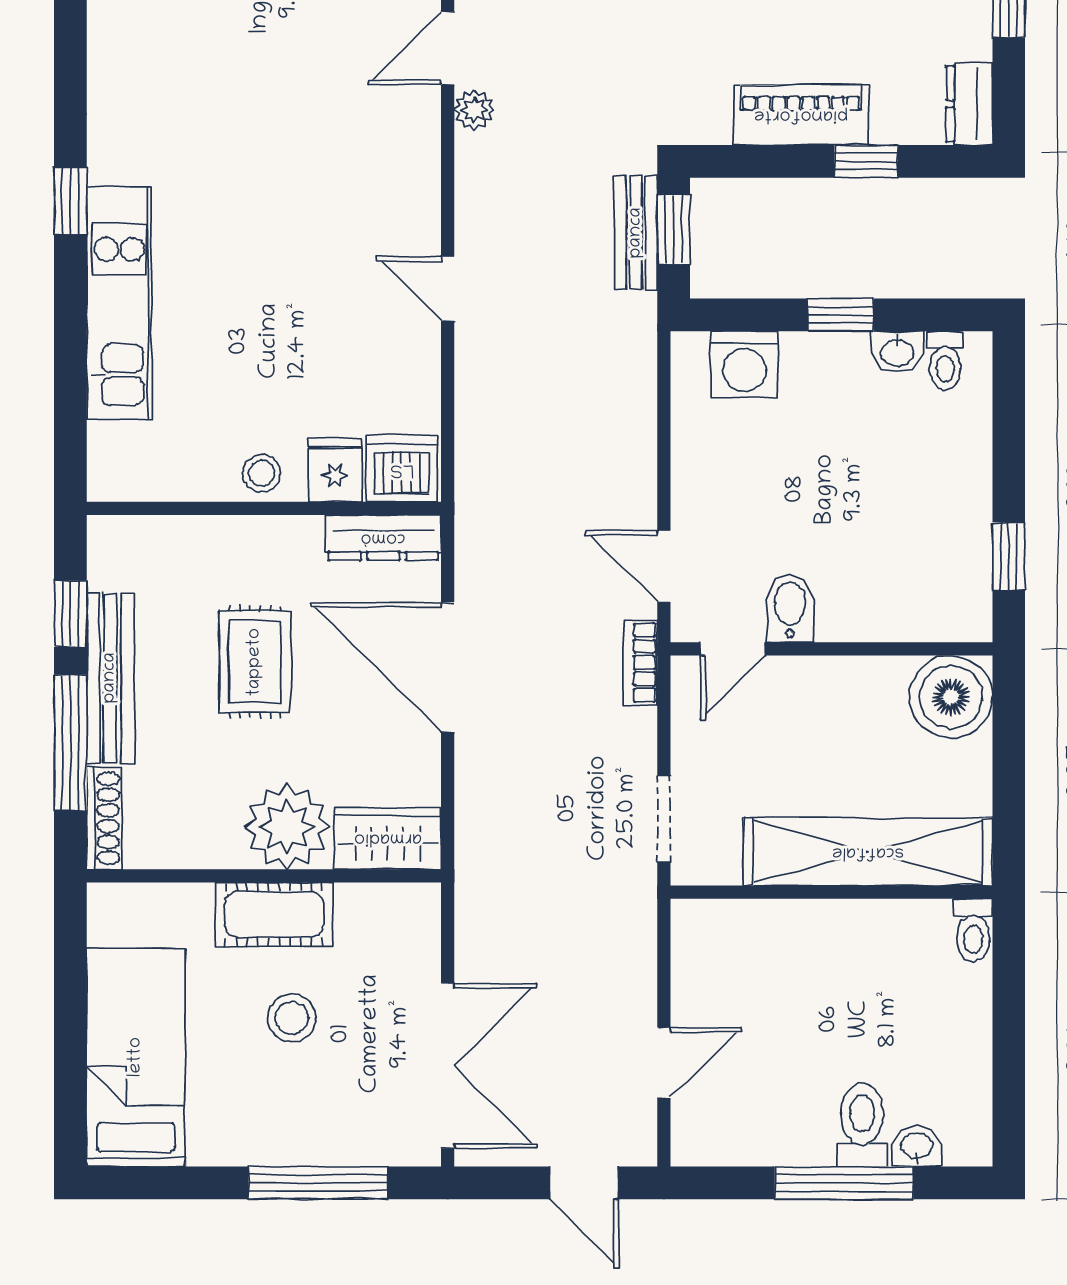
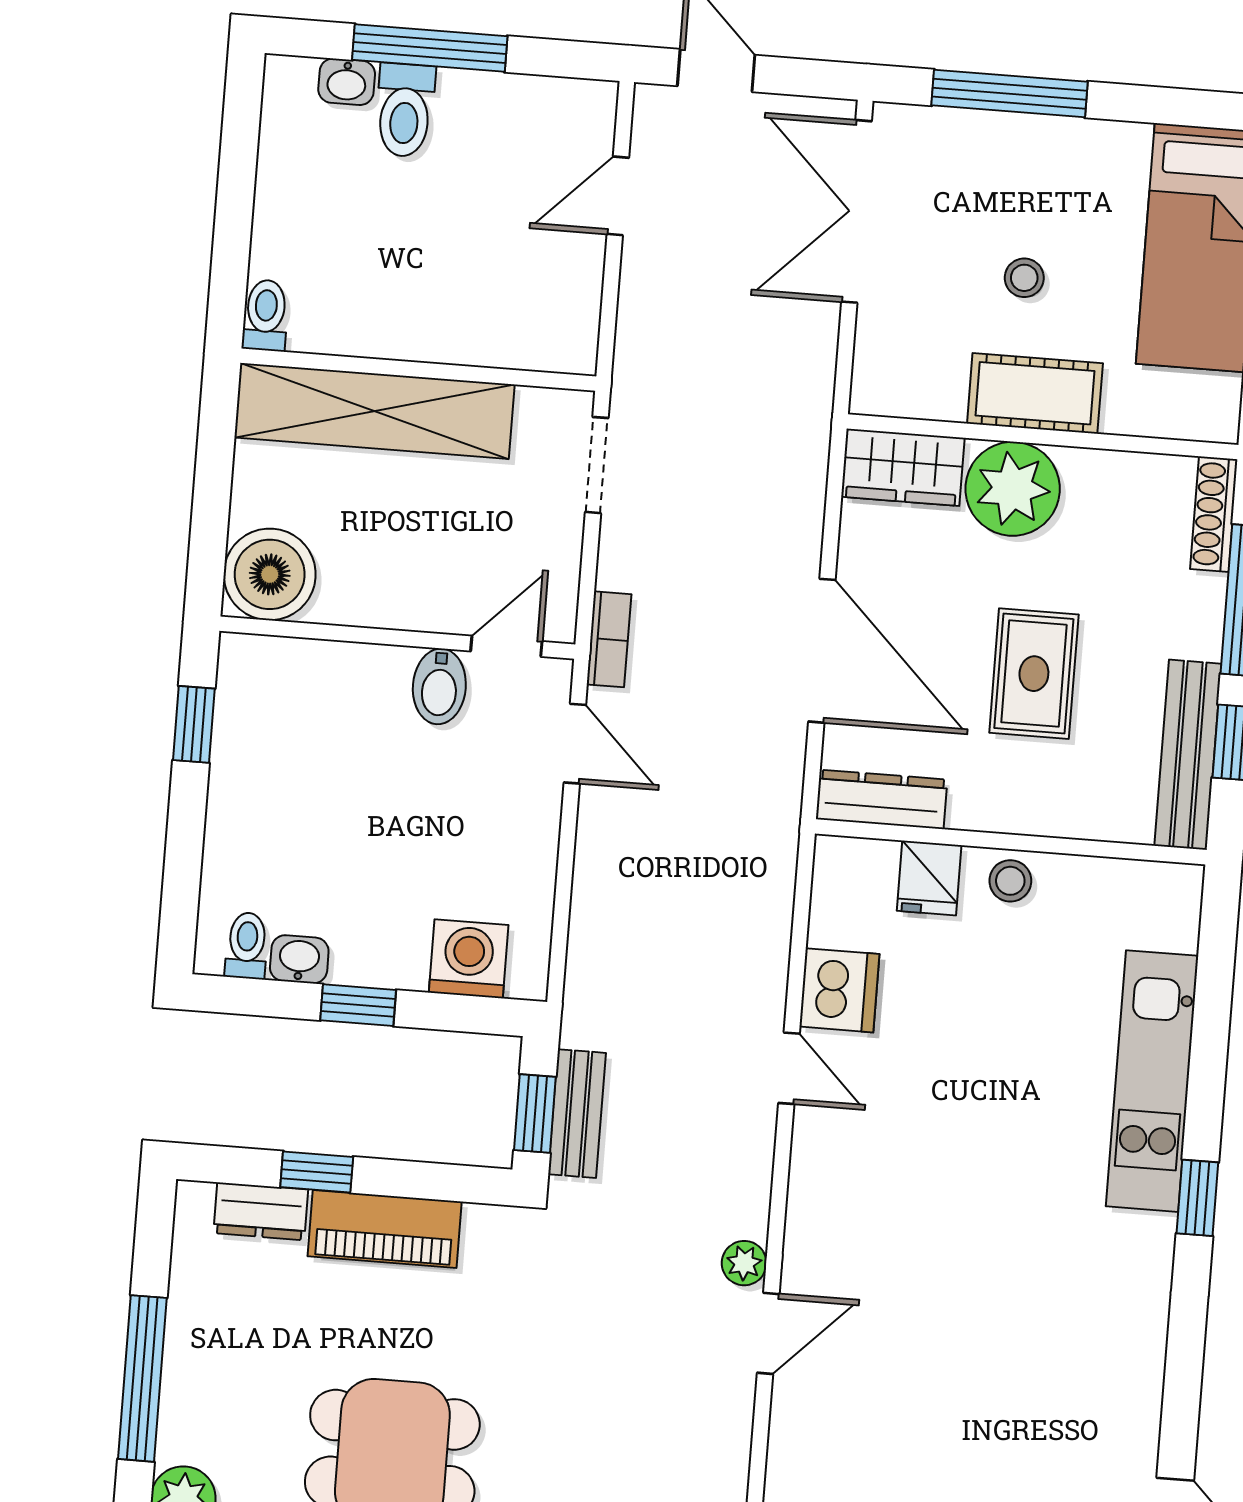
dresser: (969, 104) -> (261, 1211), moved, turned 90
dishwasher: (402, 469) -> (839, 990), moved, turned -90
bench: (110, 678) -> (1188, 755), moved
stool: (292, 1018) -> (1024, 278), width x0.73, depth x0.73

